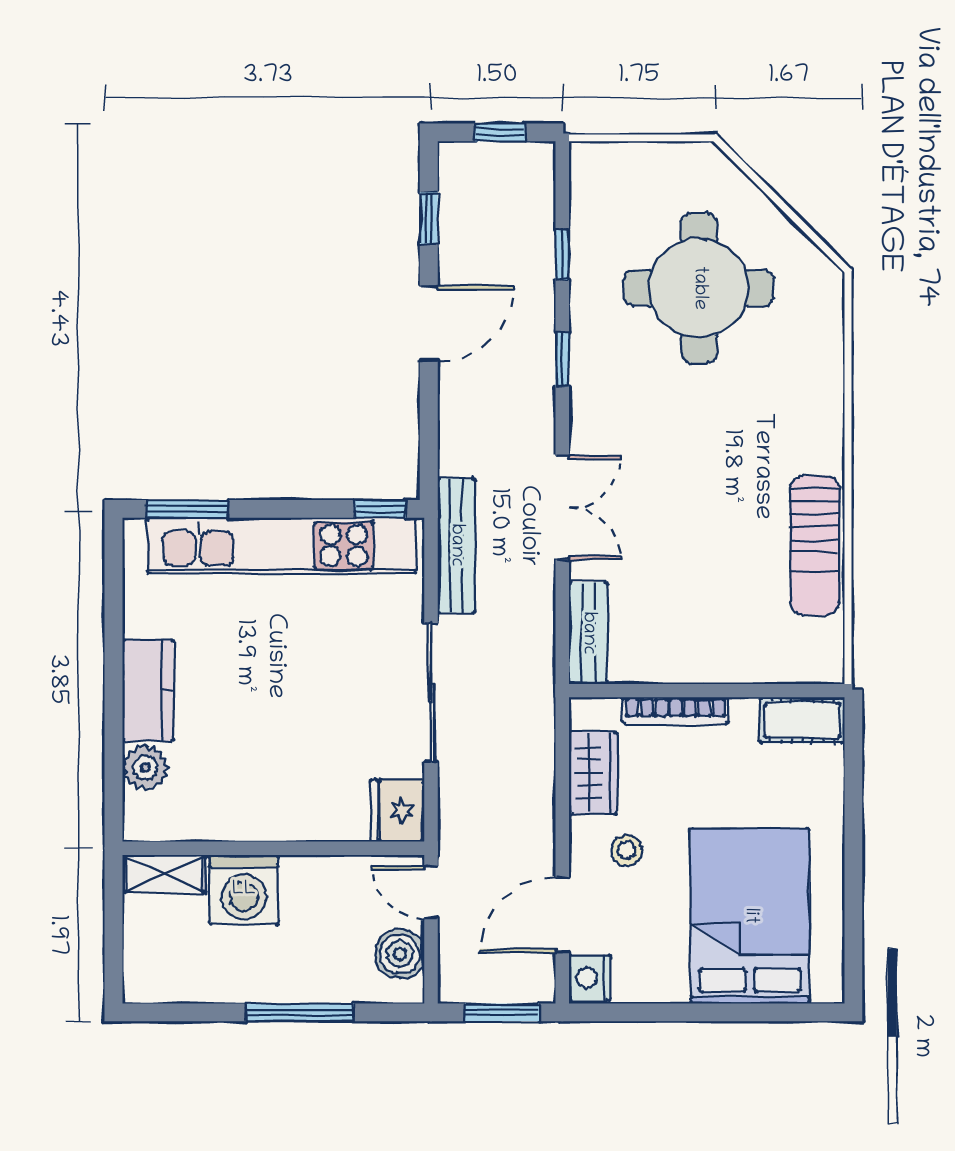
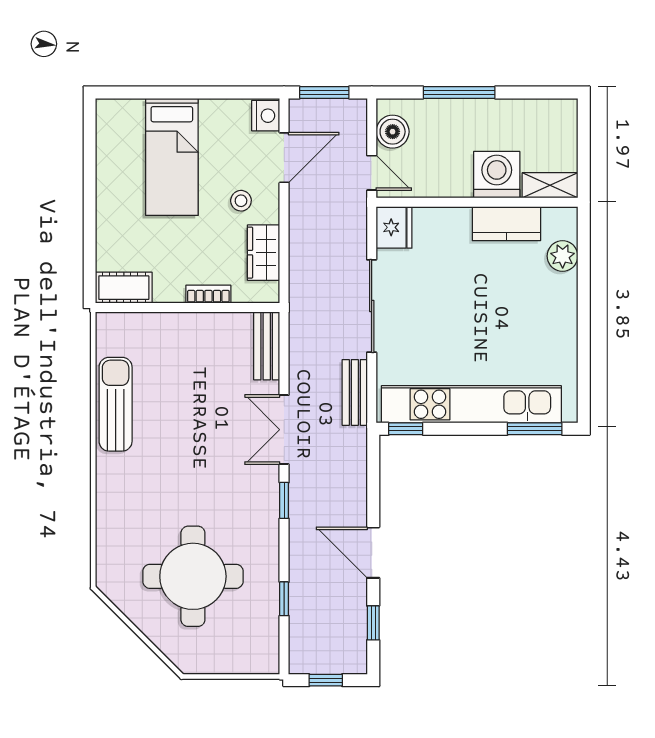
door: (429, 324) -> (373, 553), hinge flipped
window: (562, 359) -> (284, 500), moved
bench: (456, 545) -> (355, 392), width x0.73
kitchen counter: (148, 690) -> (506, 224), moved, turned -90
bookcase: (676, 711) -> (208, 294), width x0.64
bed: (750, 916) -> (172, 157), width x0.67

